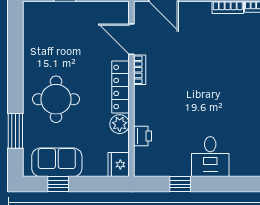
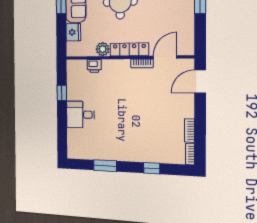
fridge: (119, 165) -> (73, 32), moved, turned 90

